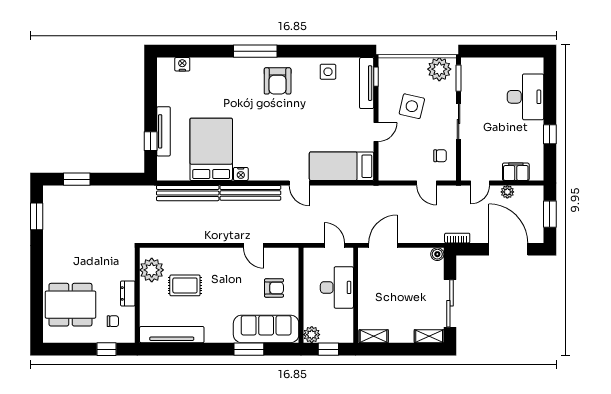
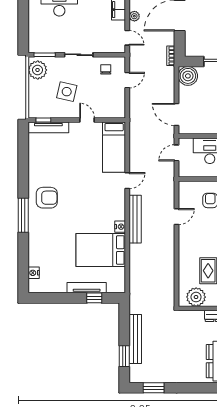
side table: (328, 72) -> (40, 158), removed
bench: (188, 193) -> (135, 339), moved
boiler: (437, 254) -> (188, 76), width x1.86, depth x1.86

